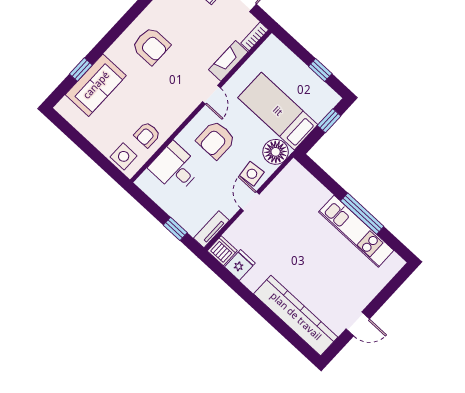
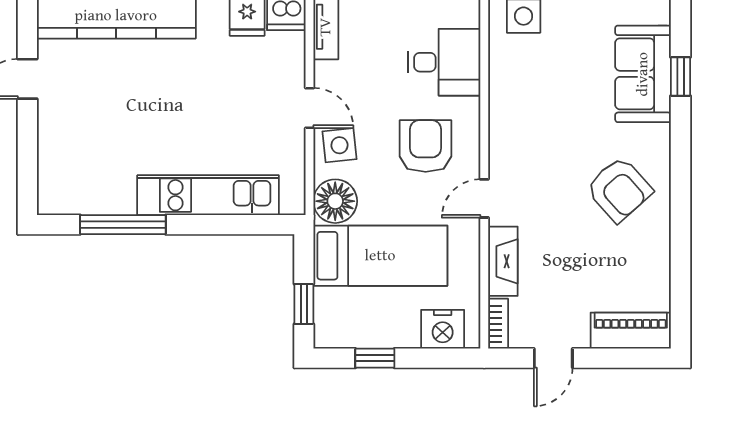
armchair: (151, 46) -> (619, 189), turned -132
nightstand: (280, 56) -> (443, 329), added
door: (212, 95) -> (484, 198), hinge flipped
armchair: (147, 135) -> (519, 71), removed
window: (362, 214) -> (123, 225), moved
kitchen unit: (356, 231) -> (208, 195), moved

